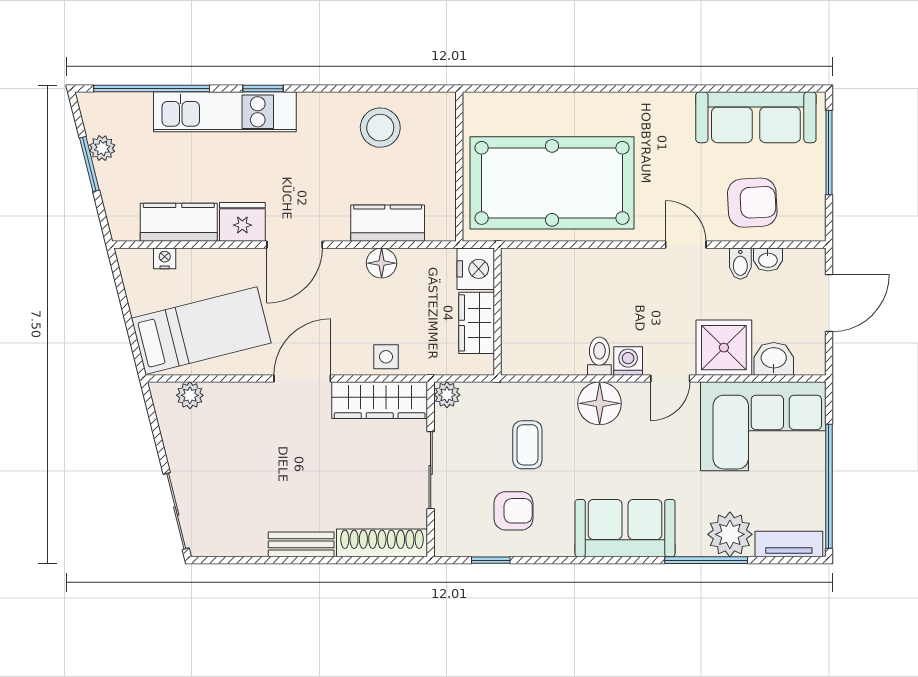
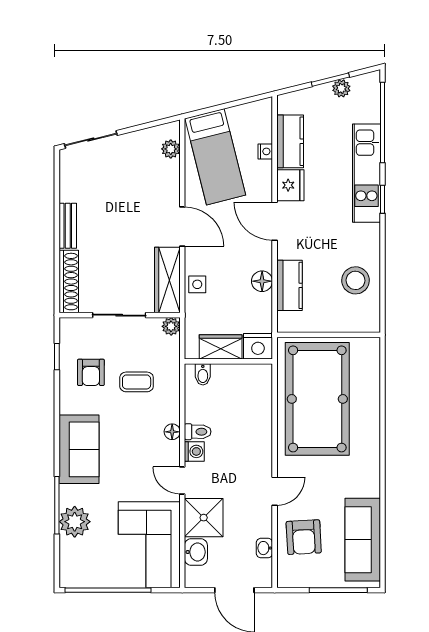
nightstand: (165, 258) -> (265, 151), moved
bidet: (740, 264) -> (203, 374), moved, turned -90
floor lamp: (600, 403) -> (172, 432), width x0.53, depth x0.53
tv unit: (789, 544) -> (68, 562), removed

